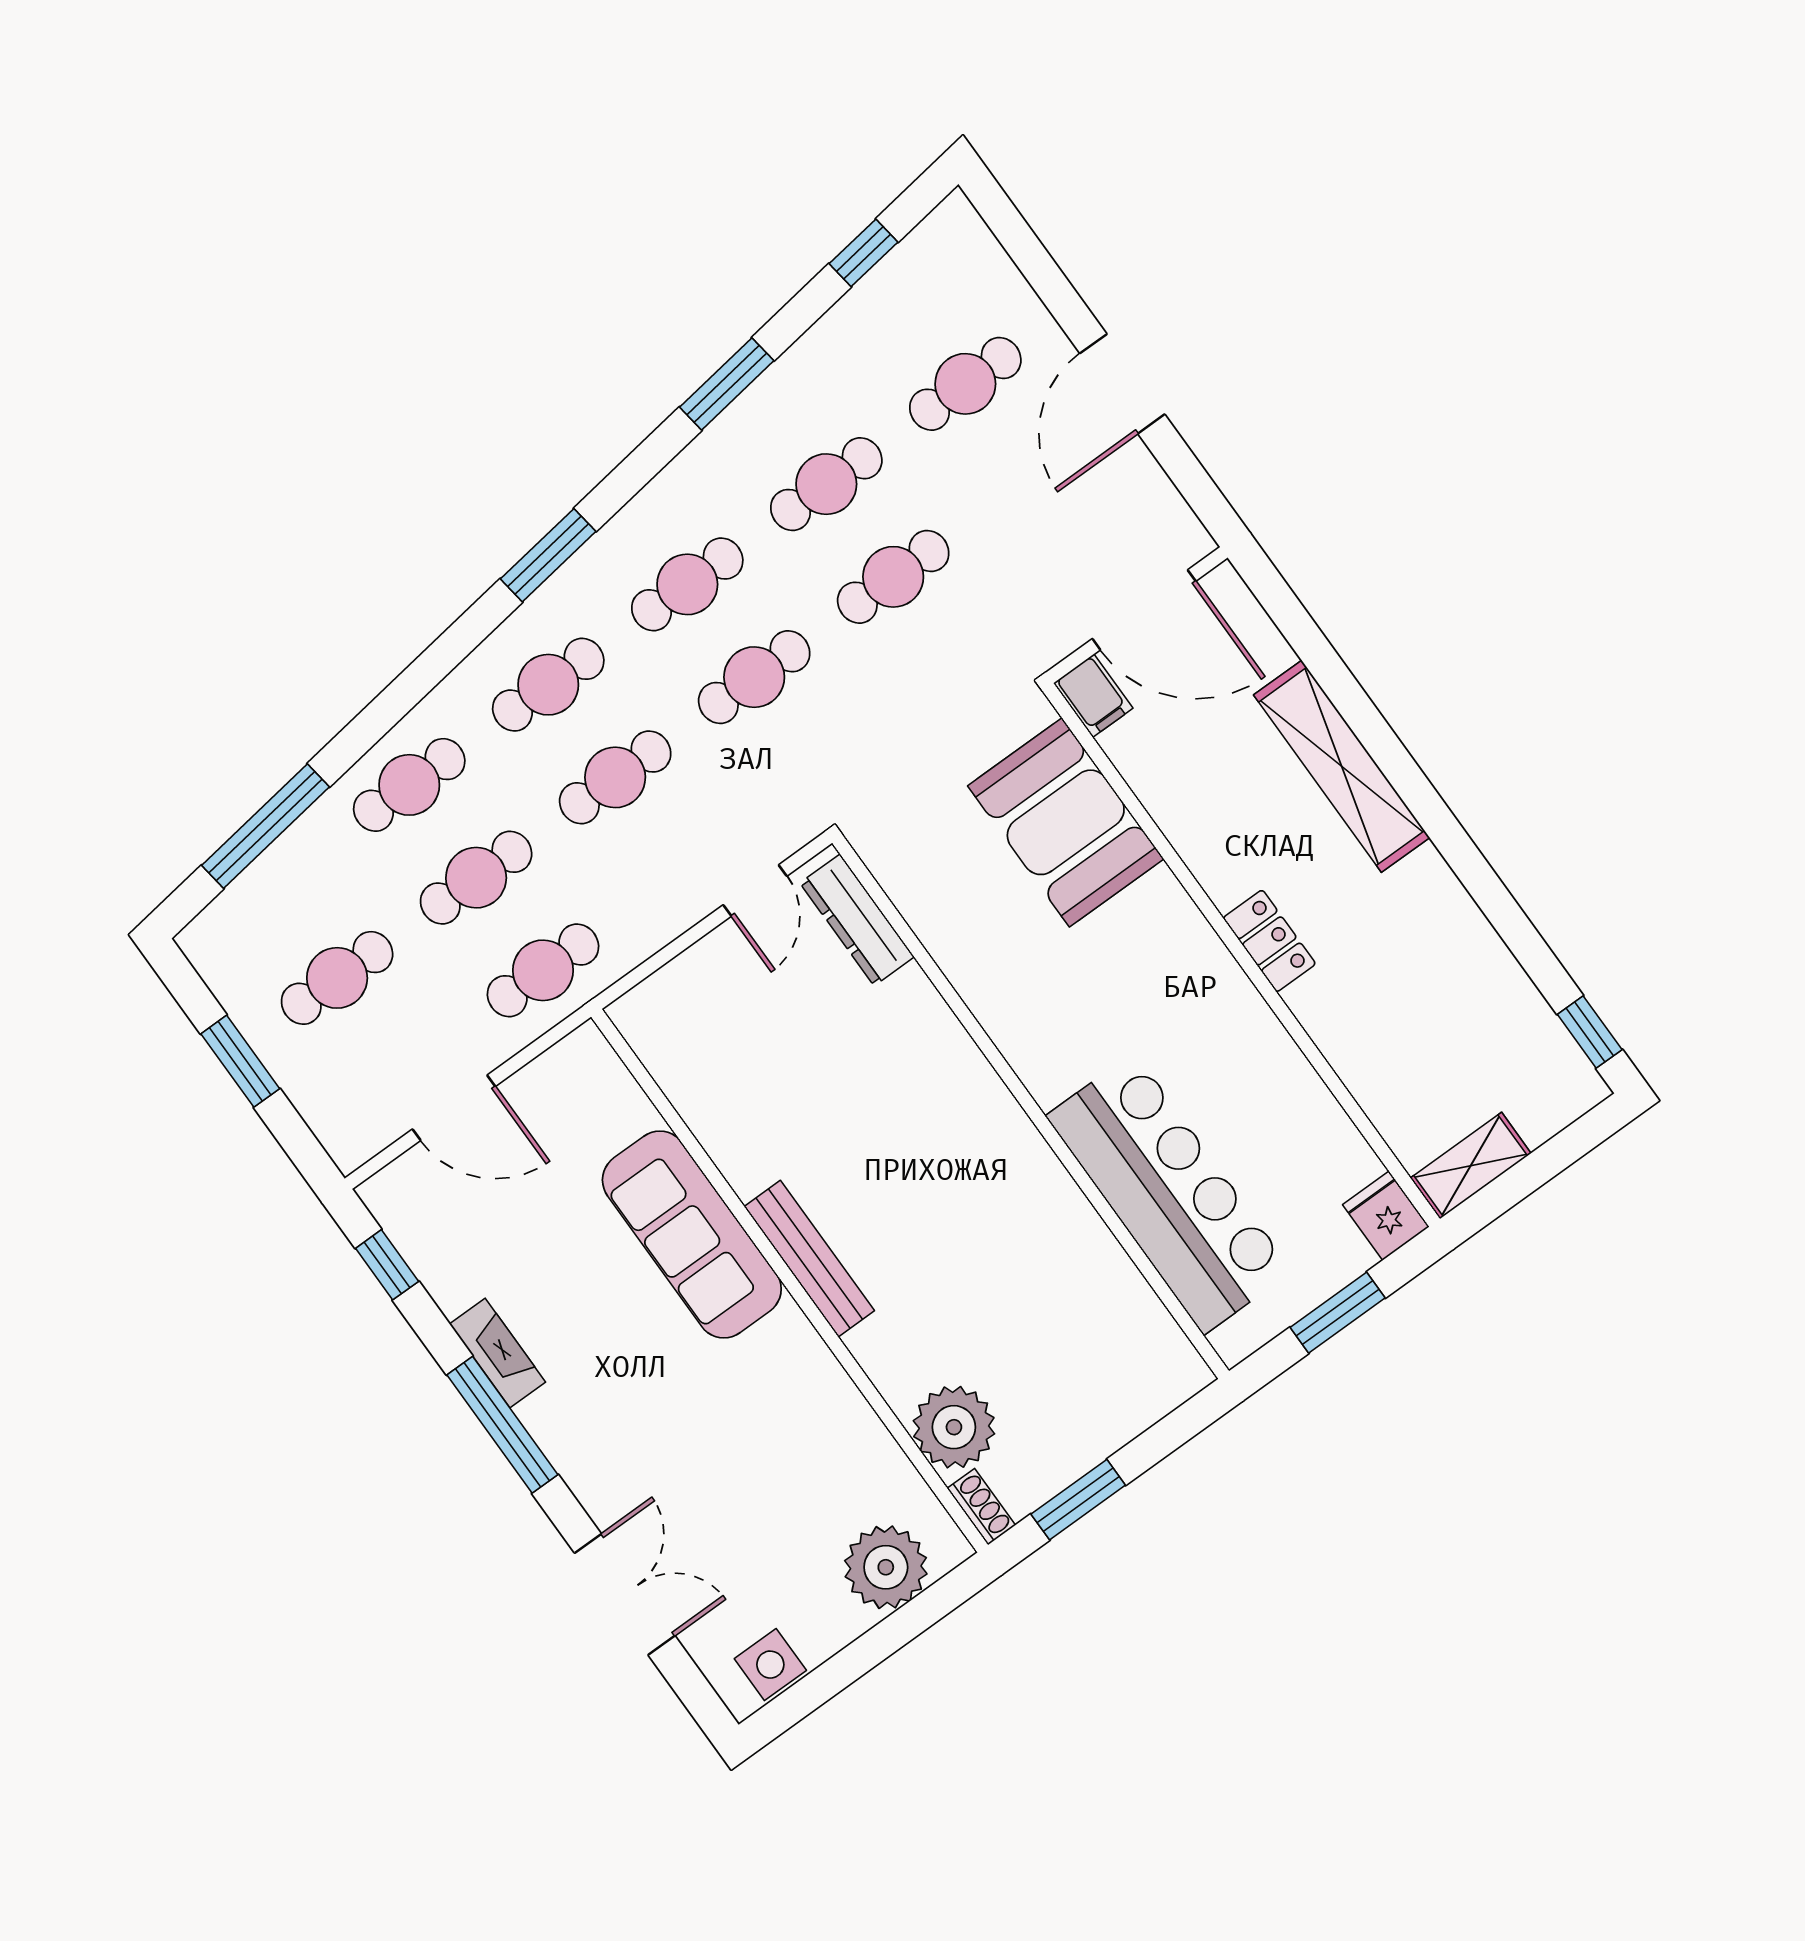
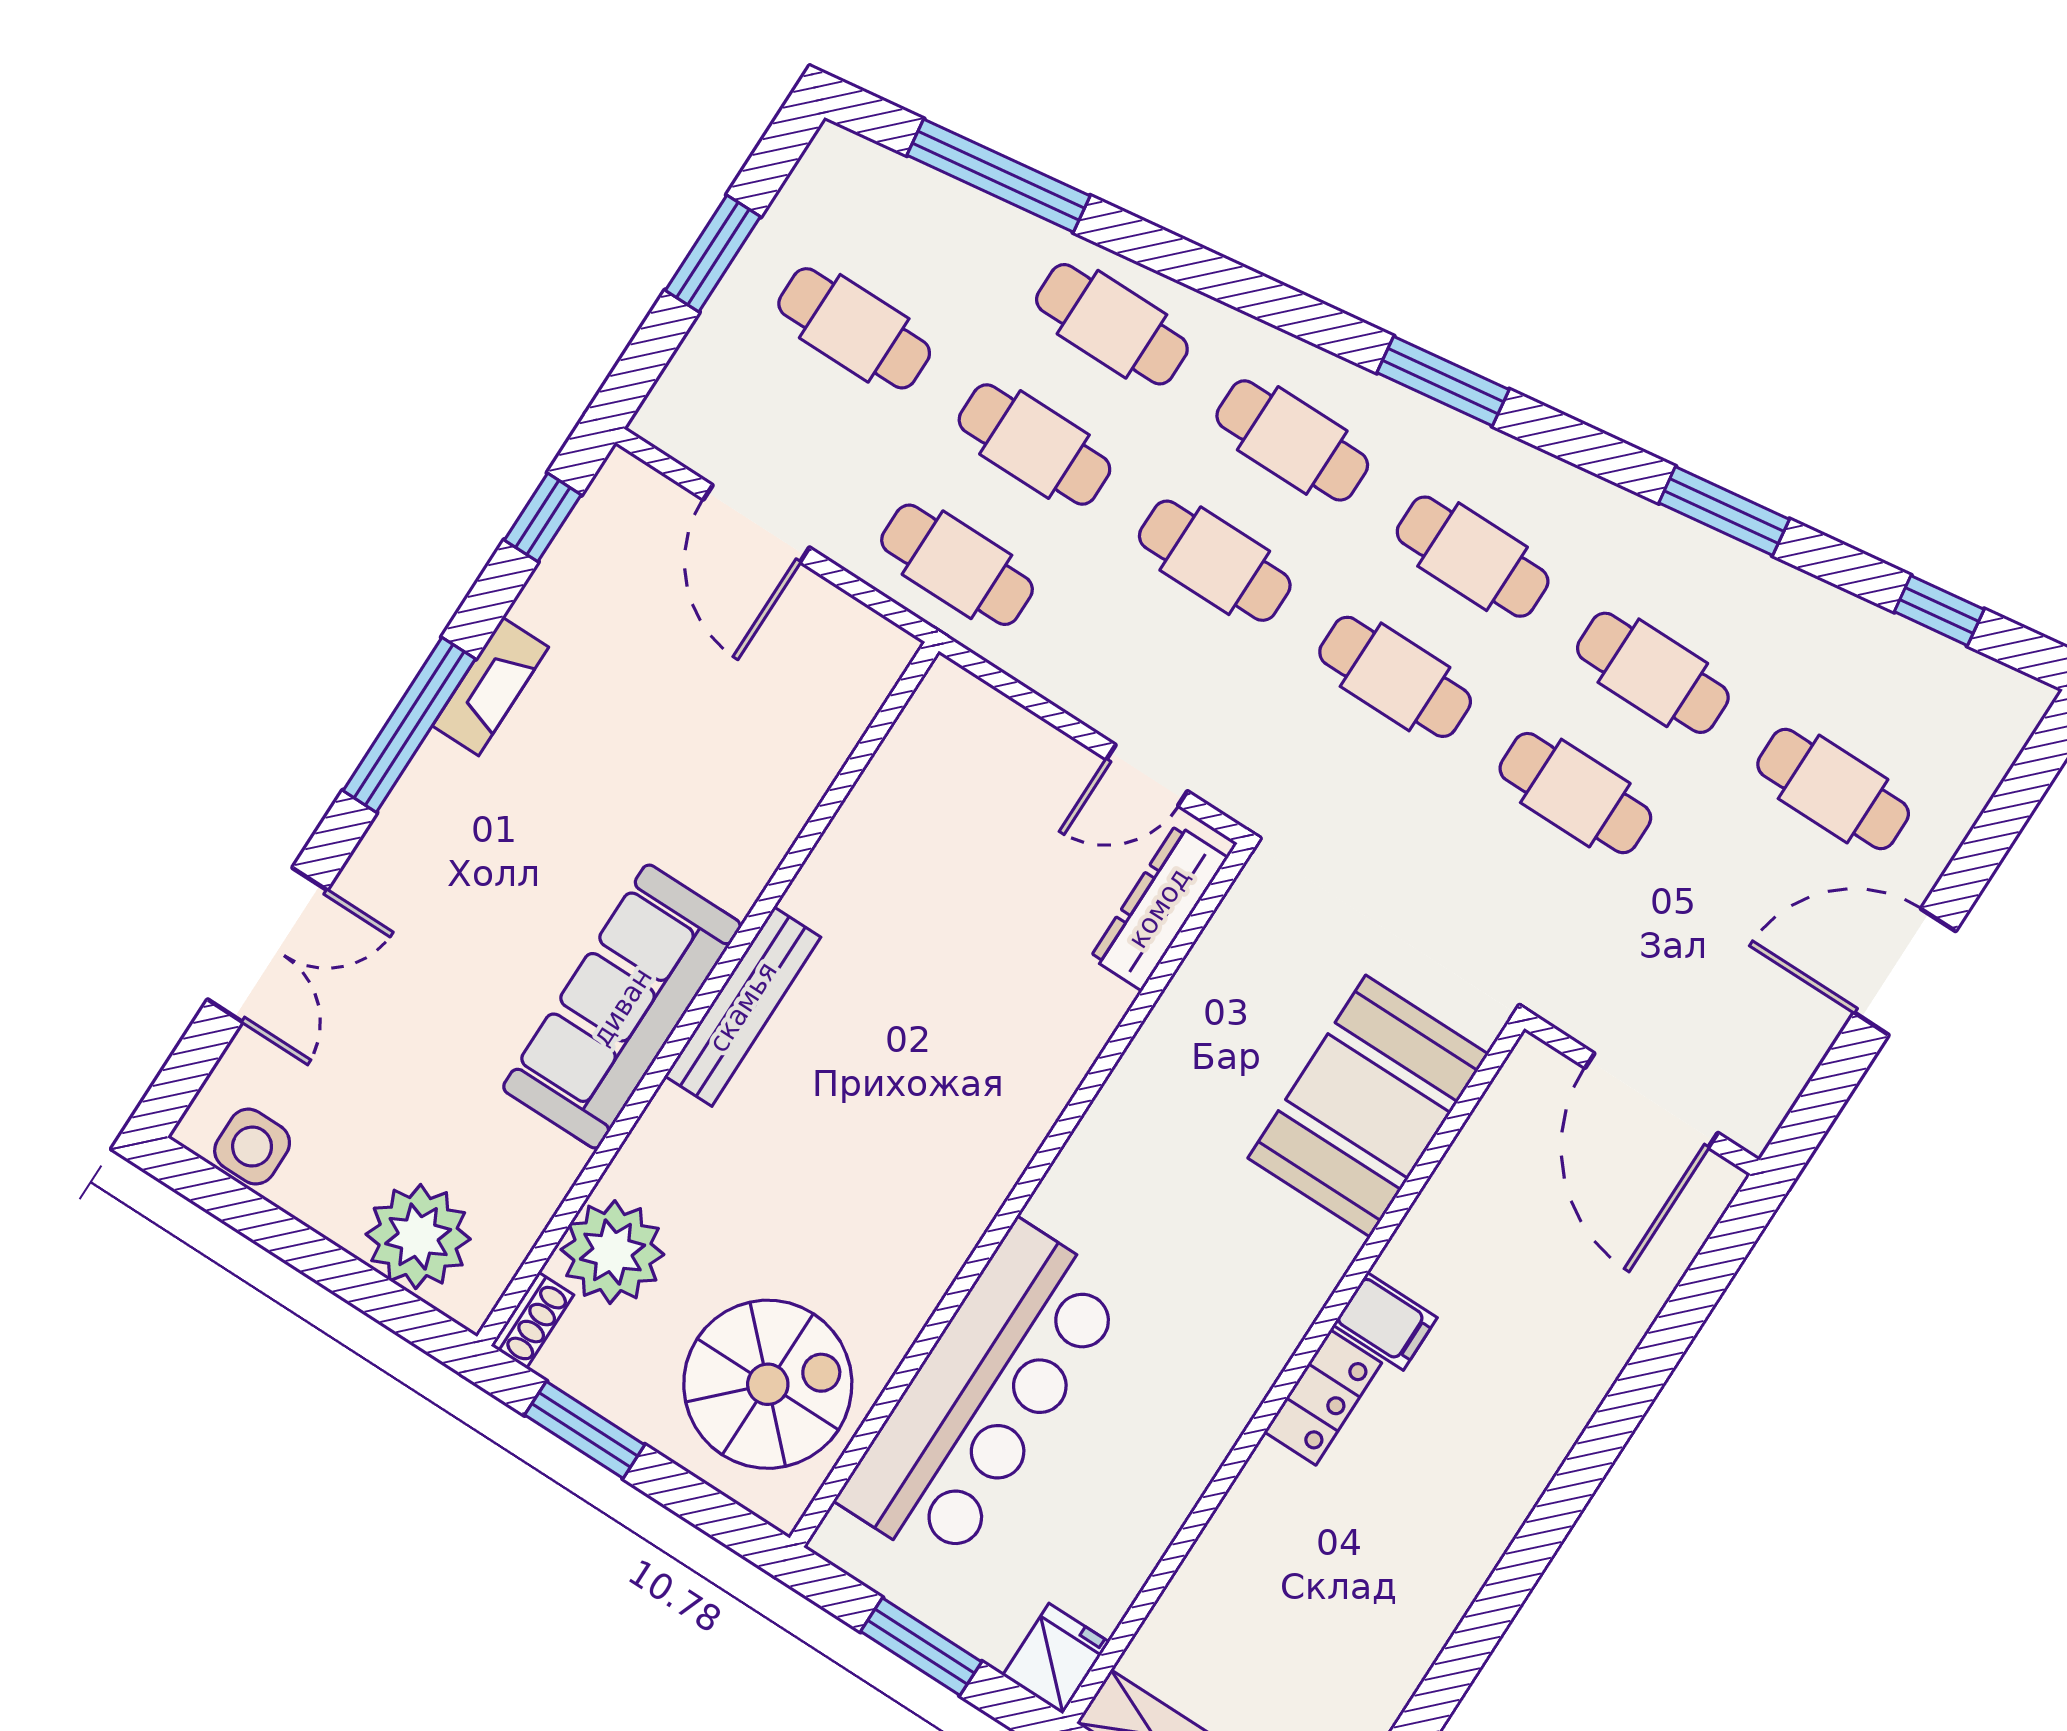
filing cabinet: (1093, 696) -> (1385, 1321), moved, turned -90
shelving: (1342, 766) -> (1559, 1402), removed
sofa: (692, 1234) -> (622, 1007), moved
spiral stairs: (1098, 1350) -> (768, 1384), added

